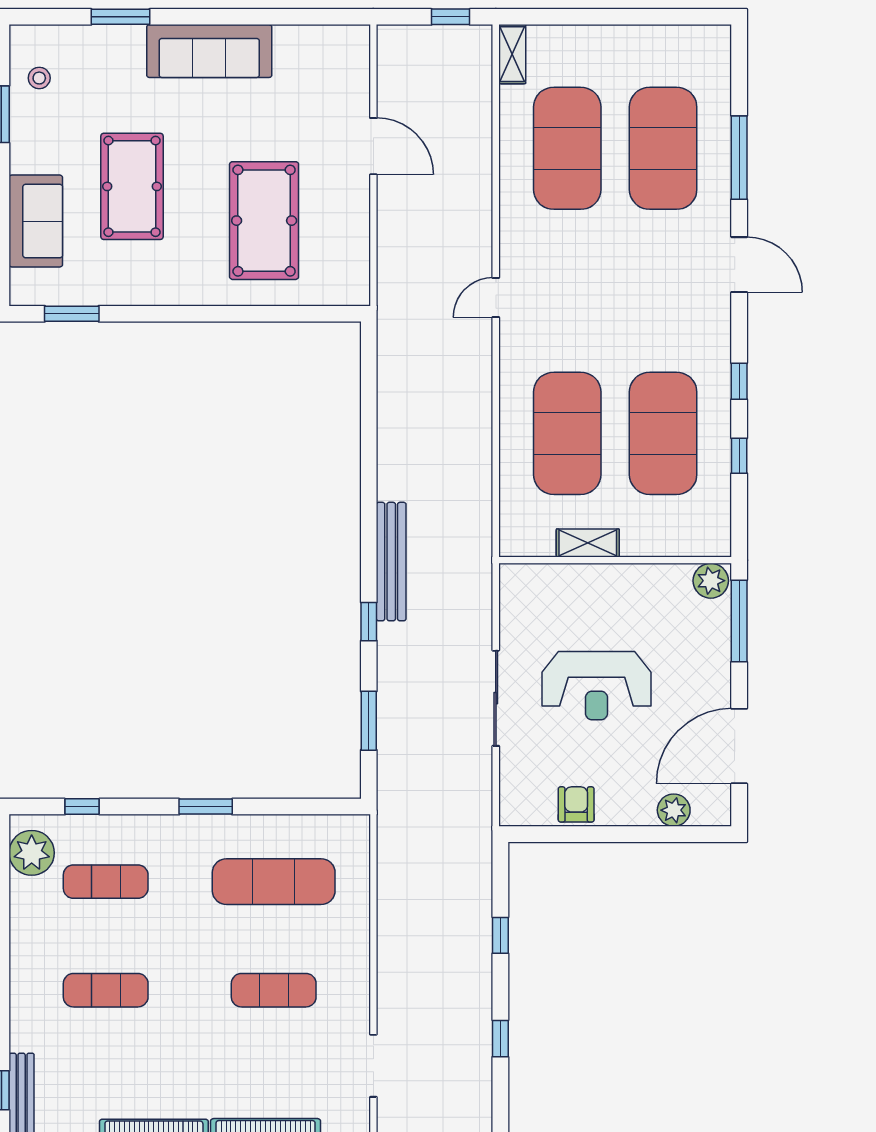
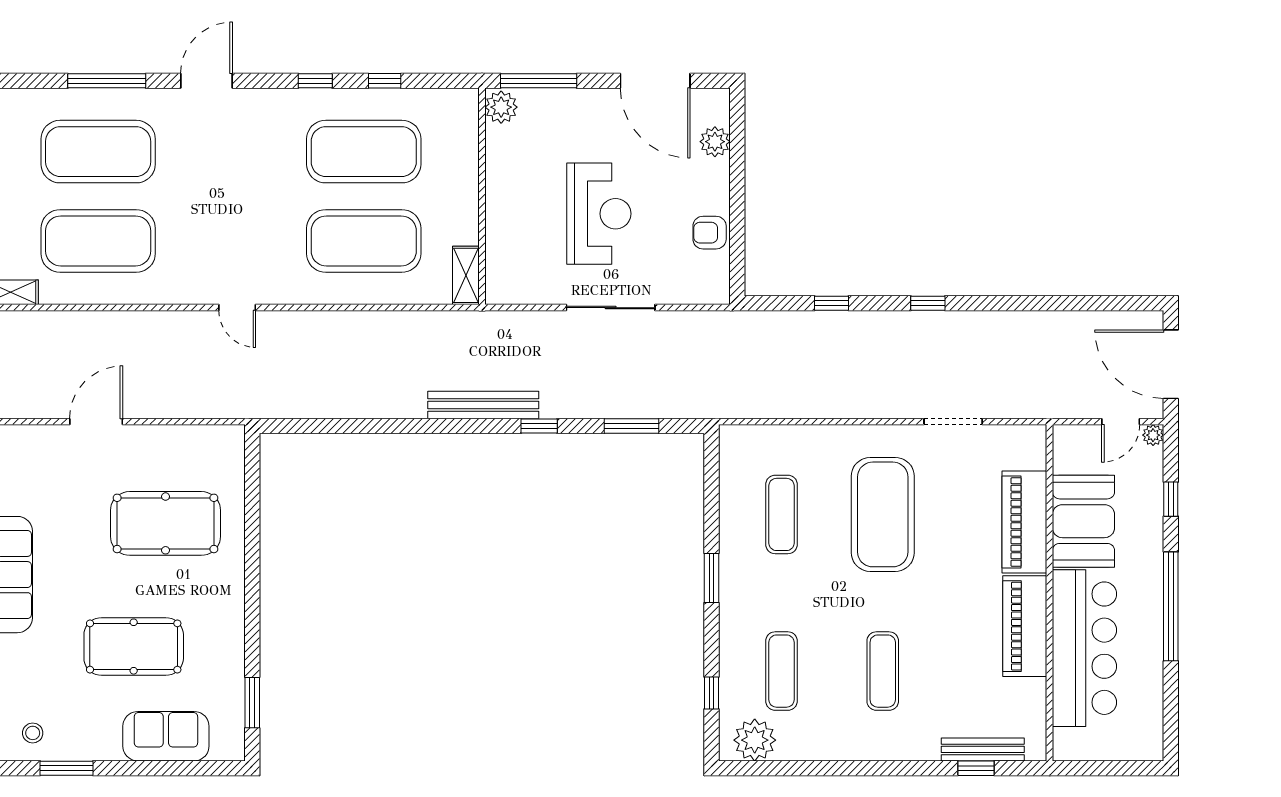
shelving: (588, 543) -> (466, 275), moved
exercise mat: (274, 882) -> (782, 514), width x0.73, depth x0.69
exercise mat: (274, 990) -> (883, 514), width x2.00, depth x1.45

